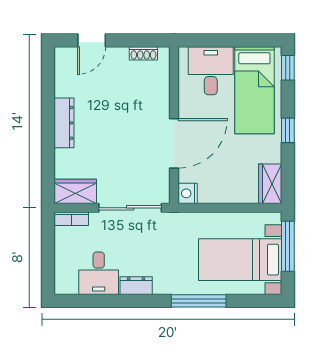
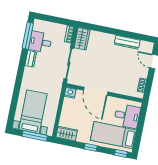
dresser: (64, 123) -> (127, 42), moved
window: (199, 301) -> (28, 36), moved

